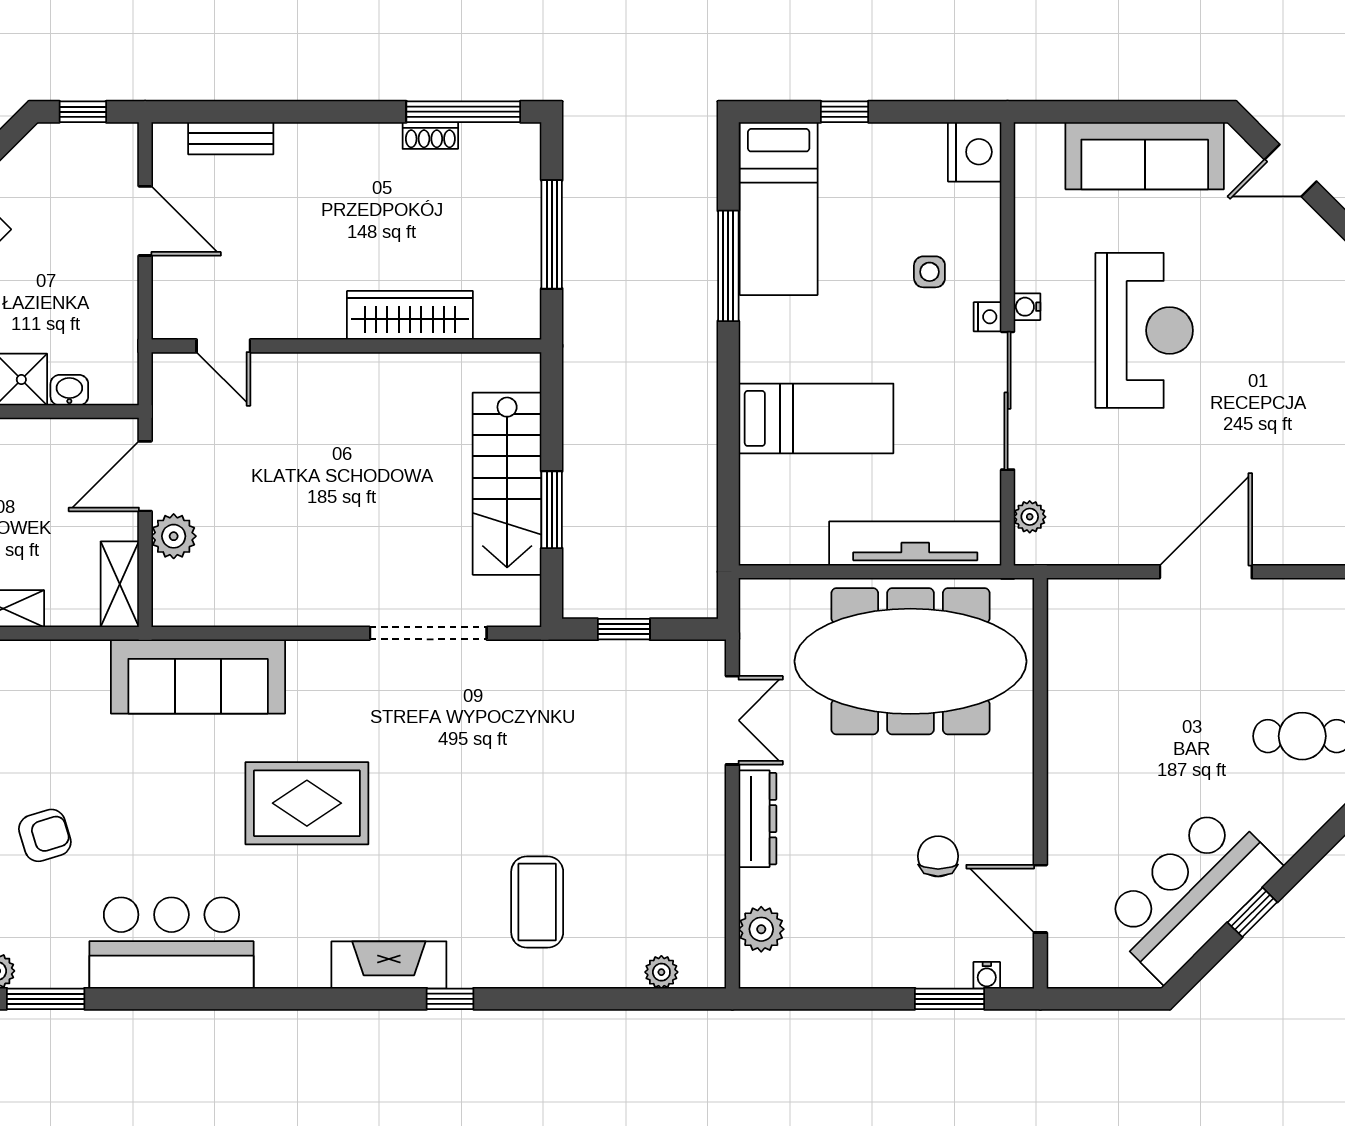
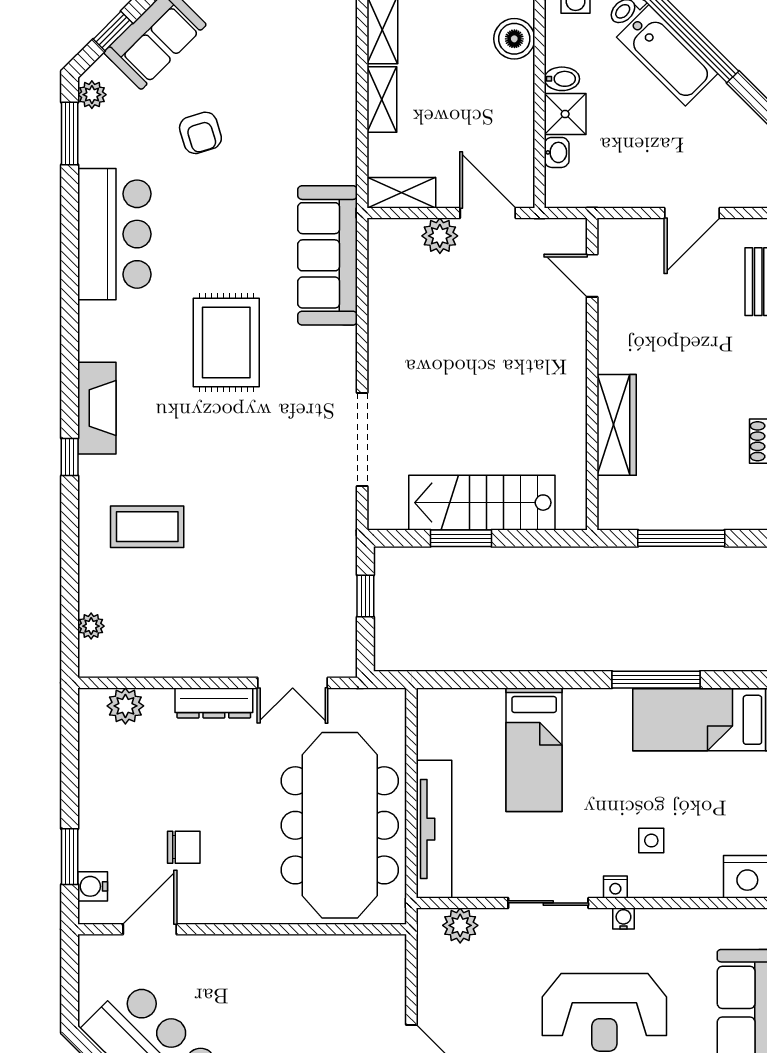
door: (223, 346) -> (592, 276), hinge flipped
sliding door: (1008, 401) -> (548, 903), width x0.73
plant: (1030, 517) -> (460, 925), width x1.38, depth x1.38
water cooler: (987, 975) -> (93, 886), width x1.38, depth x1.38

